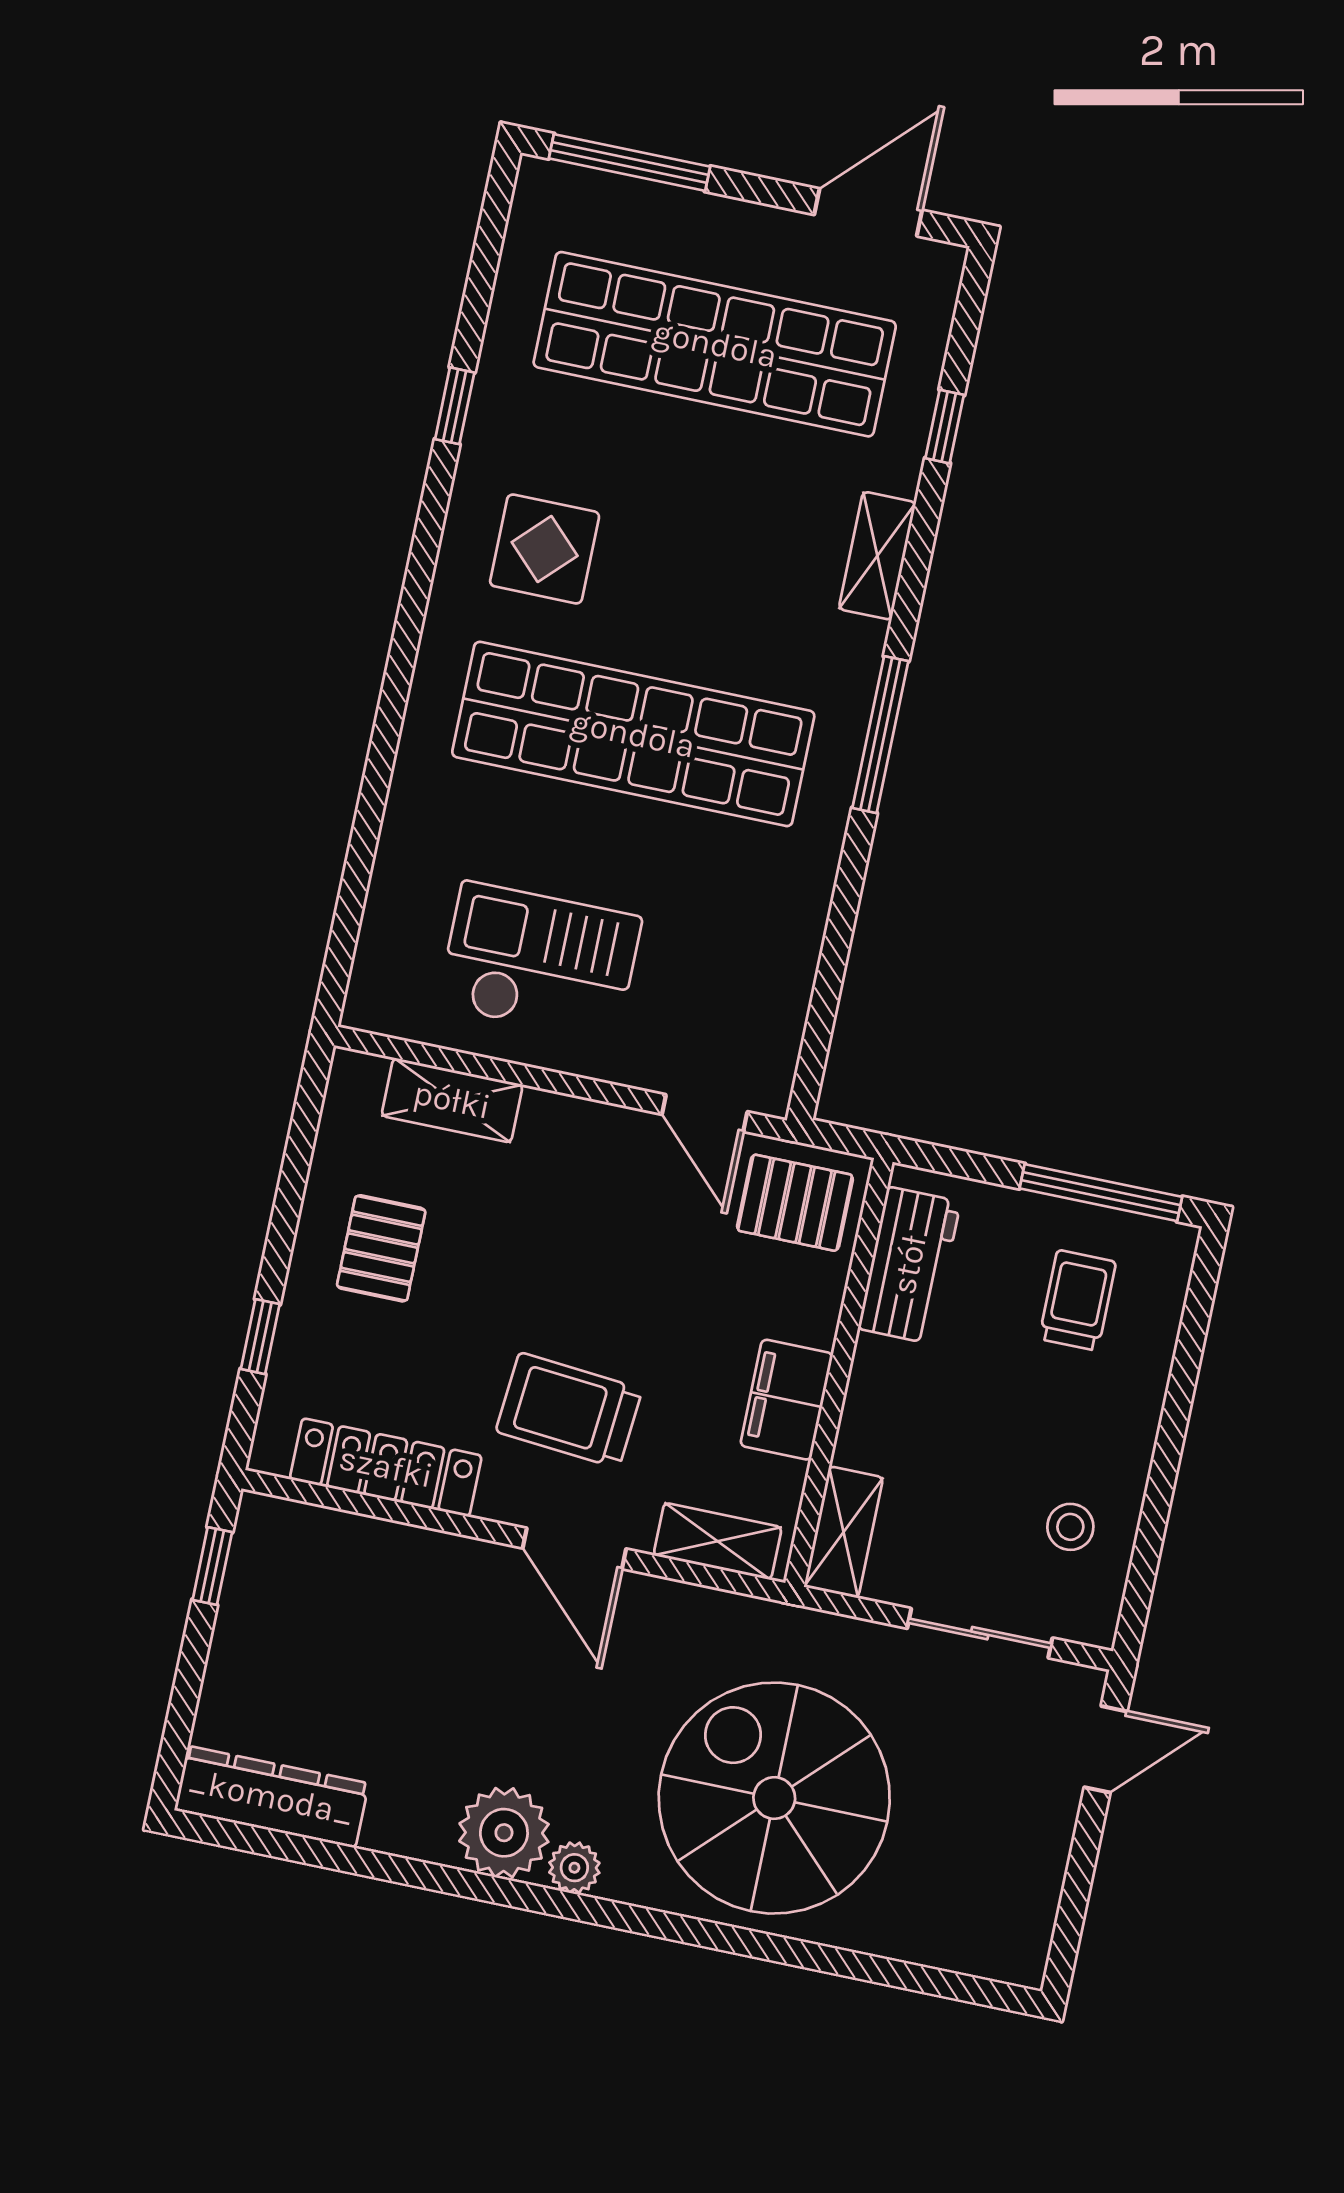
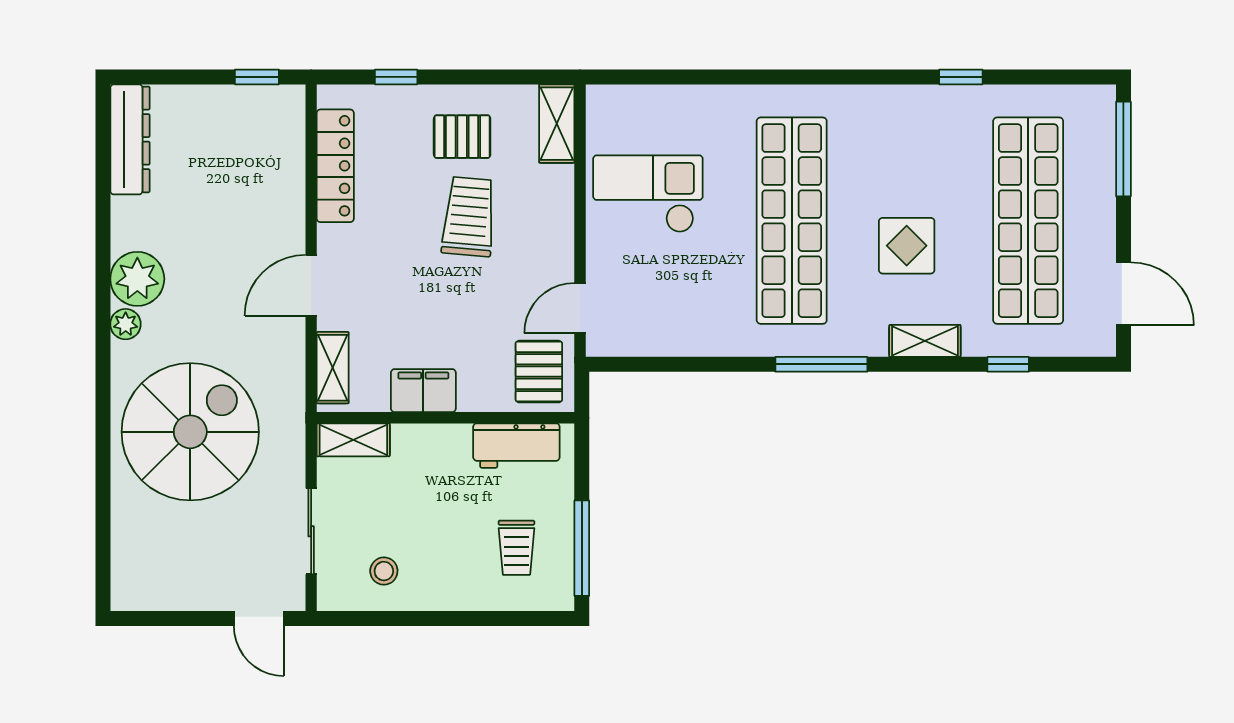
display table: (545, 549) -> (907, 246), moved
checkout: (540, 962) -> (648, 194), turned -90
shelving: (452, 1100) -> (557, 124), moved
trolley: (1077, 1300) -> (516, 548), turned 90
trolley: (569, 1410) -> (469, 217), moved

